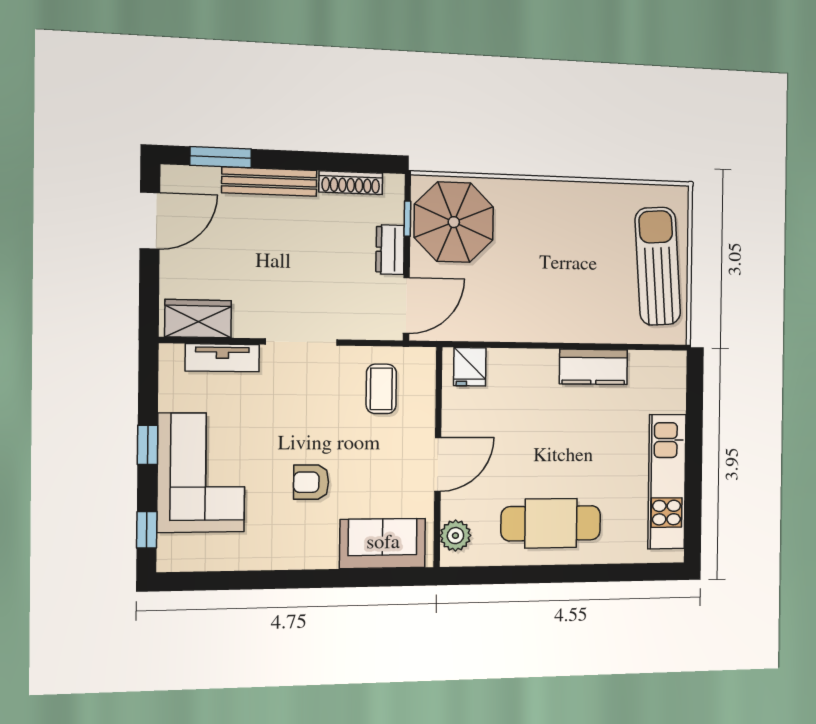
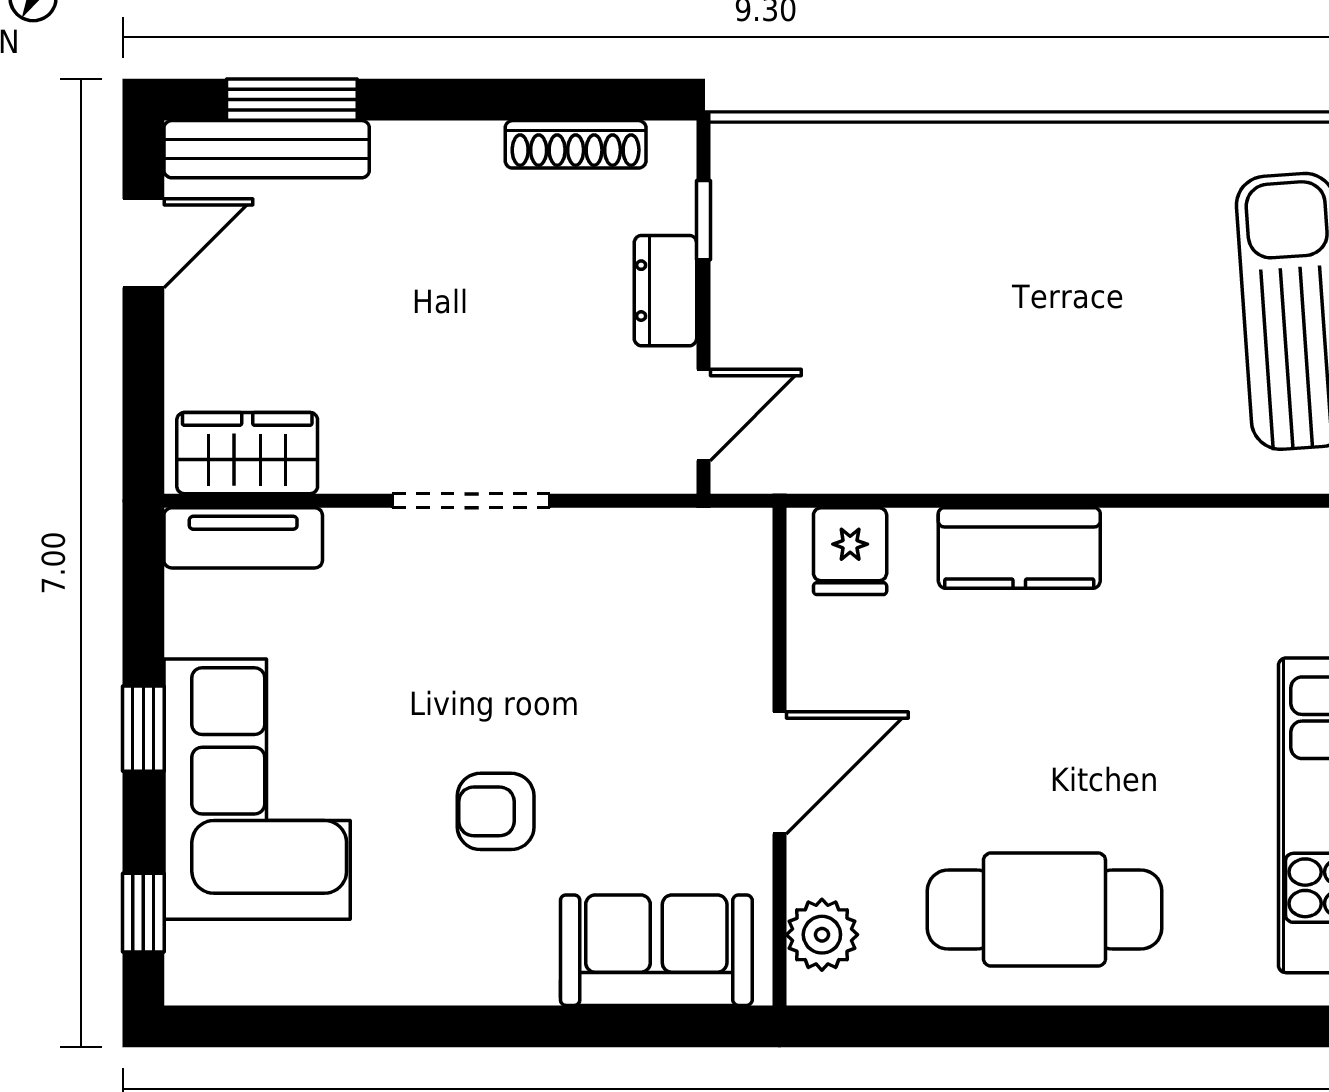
bench: (269, 182) -> (267, 149), moved
door: (150, 221) -> (143, 243), width x0.73
parasol: (454, 222) -> (809, 224), removed
door: (406, 305) -> (703, 415), width x0.73
tv unit: (222, 358) -> (243, 538), moved
kitchen counter: (593, 367) -> (1019, 548), moved
coffee table: (381, 389) -> (649, 603), removed

